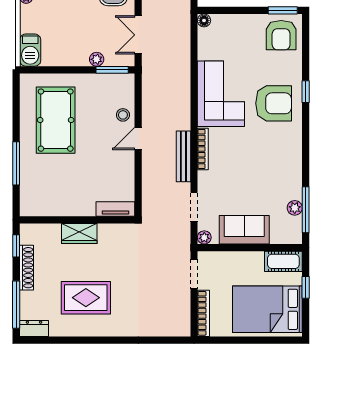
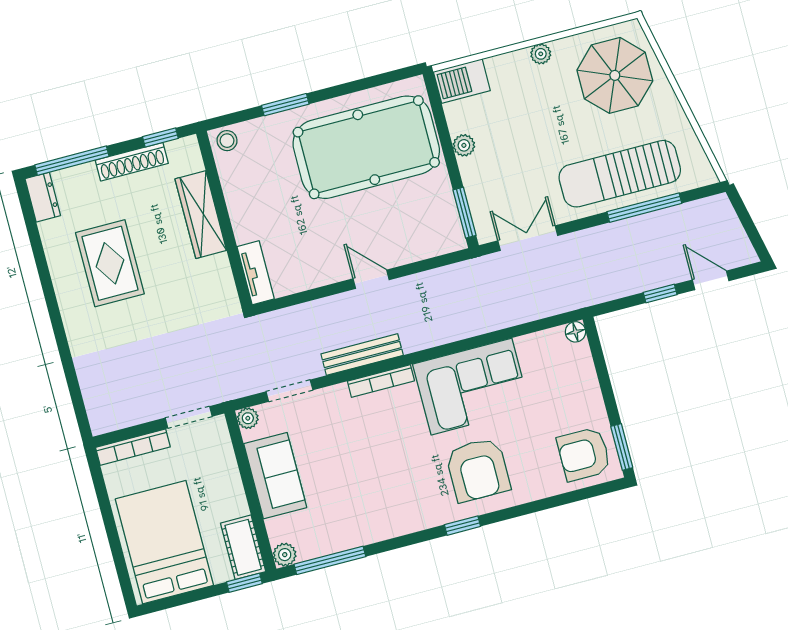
plant: (97, 59) -> (464, 145), moved
window: (306, 92) -> (462, 526), moved
stool: (123, 115) -> (227, 141), moved
pool table: (56, 120) -> (366, 147), width x1.36, depth x1.32
window: (16, 163) -> (285, 105), width x0.69
plant: (295, 208) -> (285, 555), moved
wardrobe: (79, 233) -> (201, 215), width x1.50
window: (306, 287) -> (244, 583), moved

